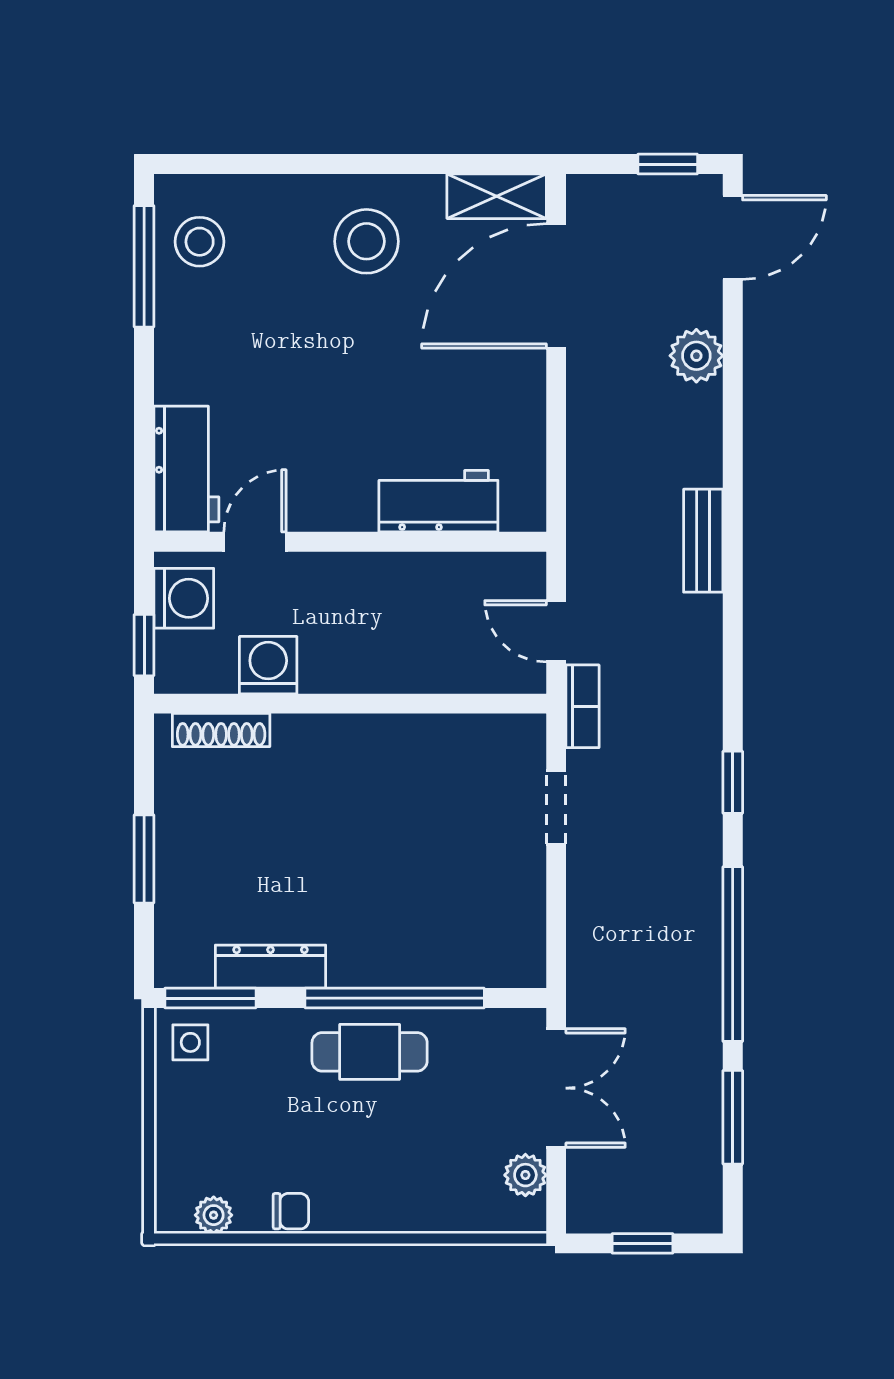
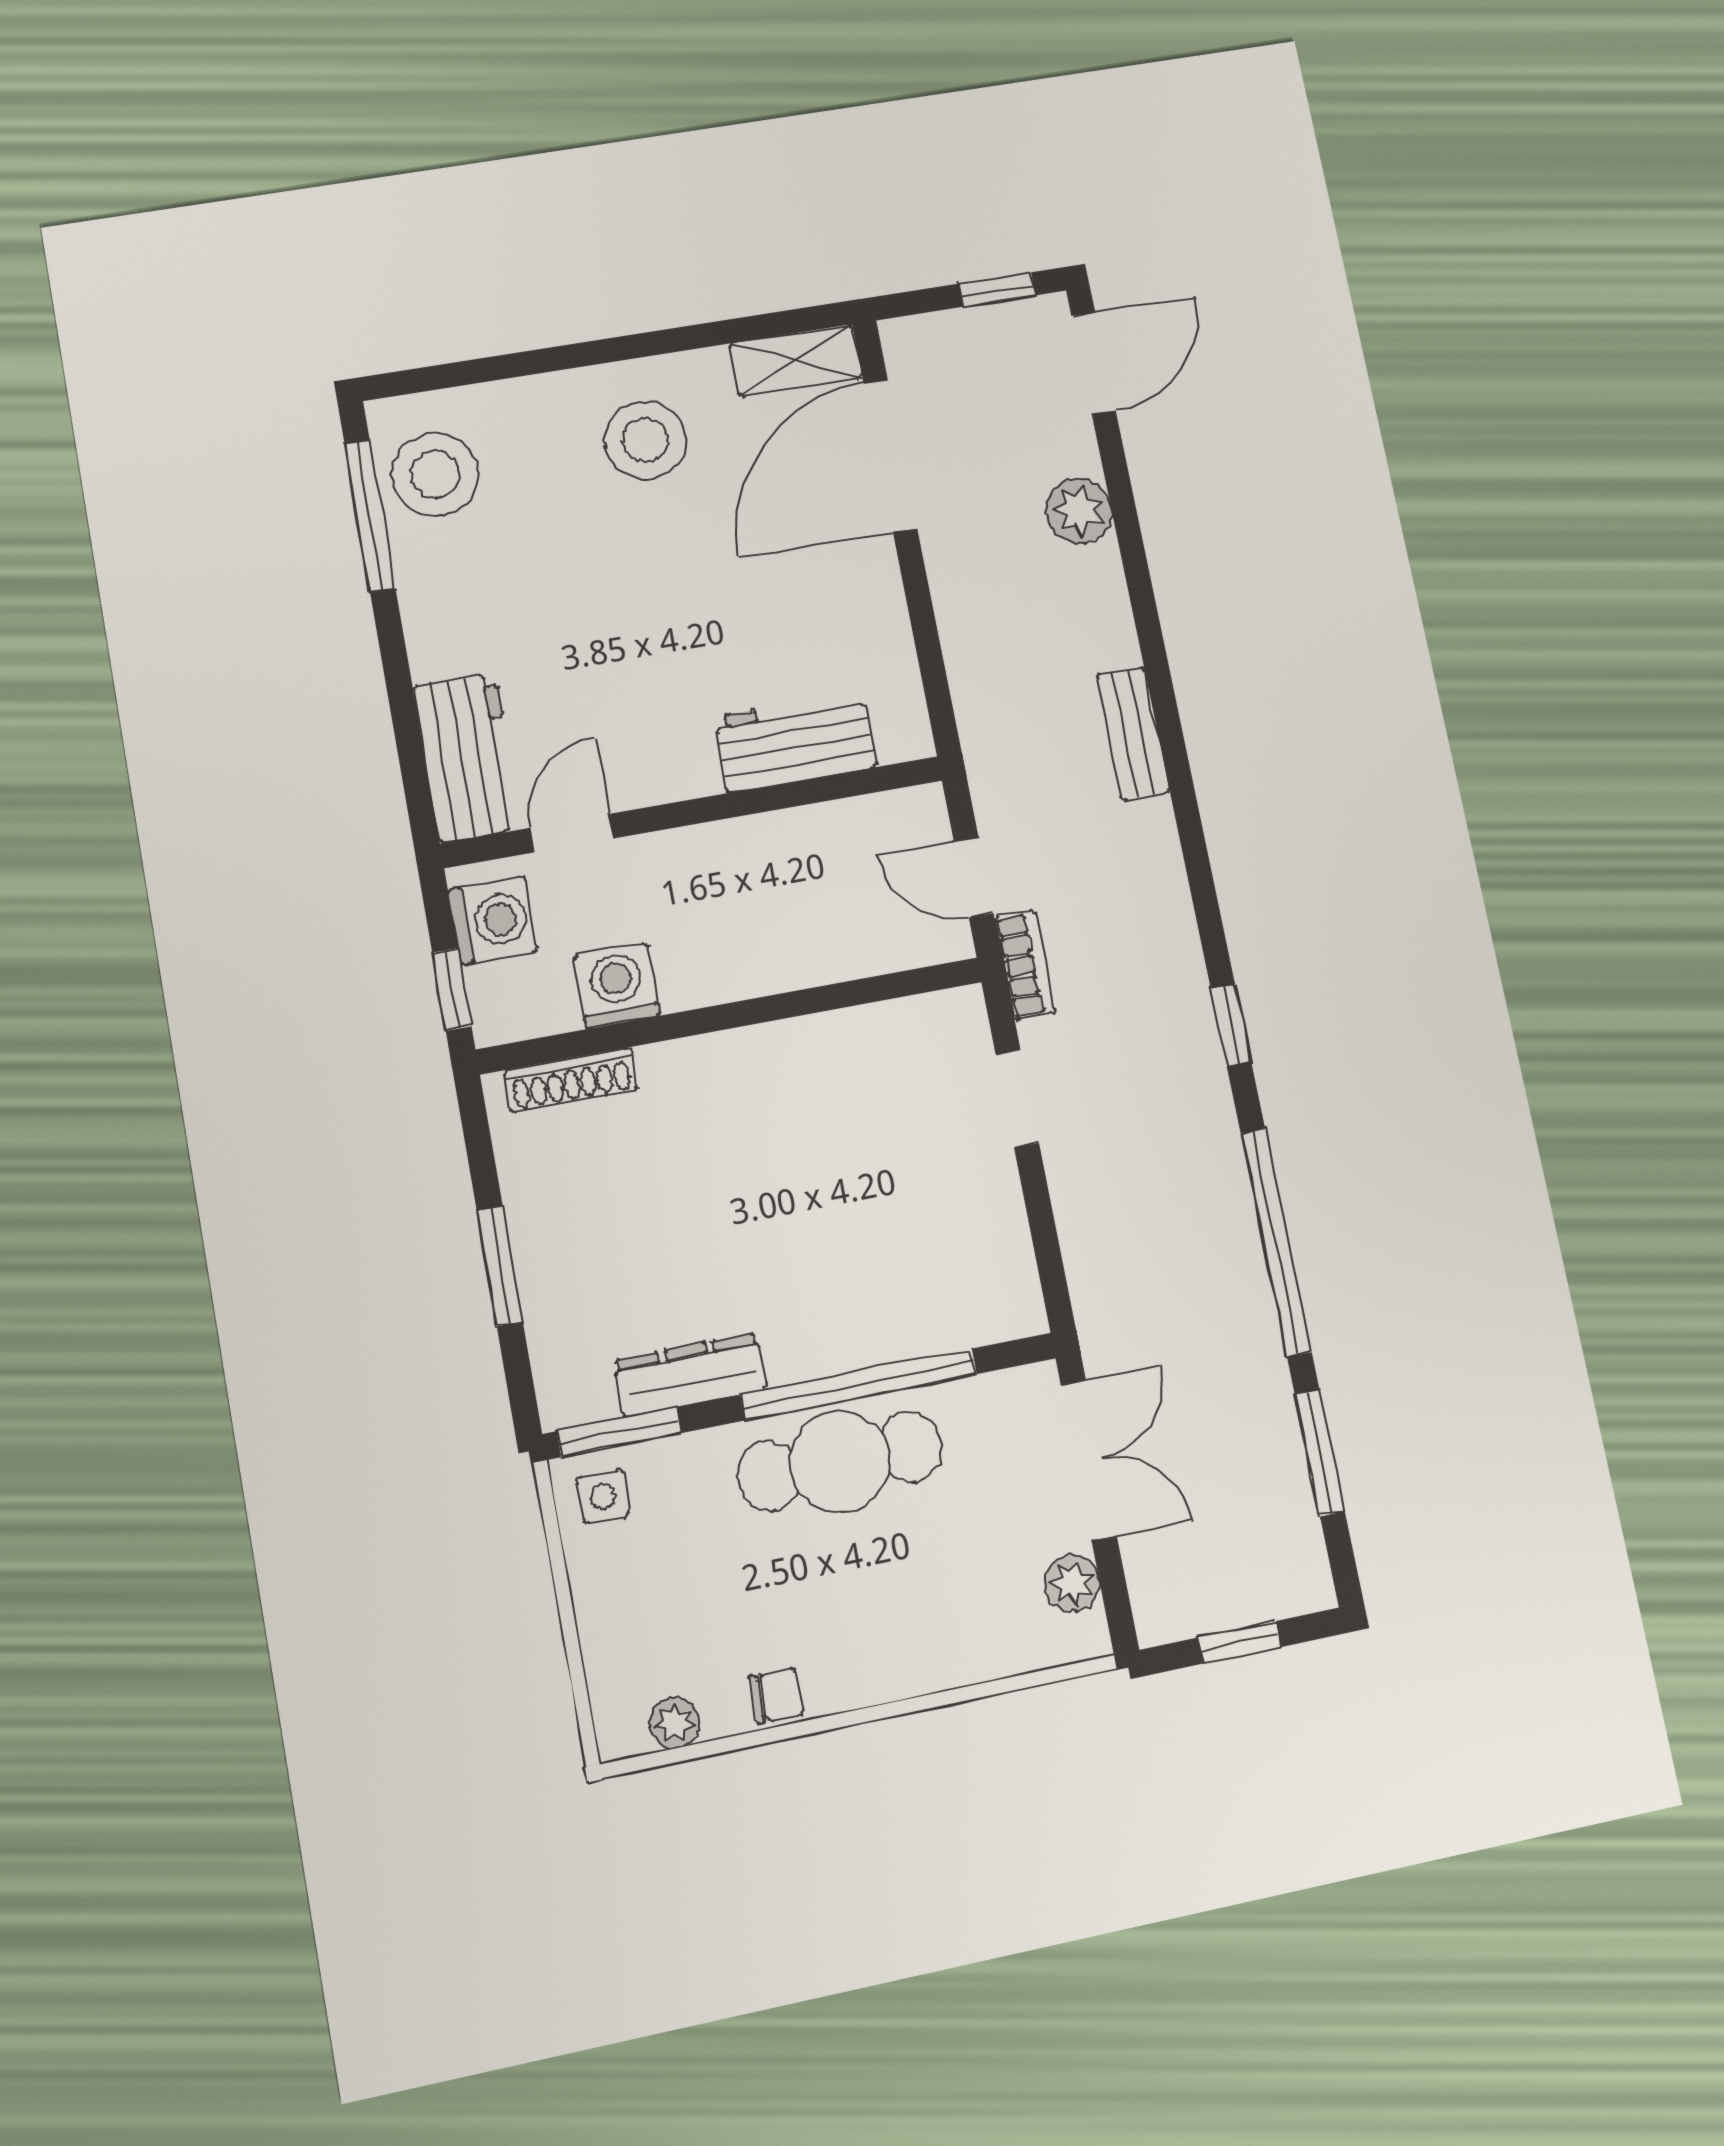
stool: (200, 242) -> (435, 474), width x1.38, depth x1.38
cafe table: (370, 1052) -> (840, 1462), width x1.37, depth x1.35

